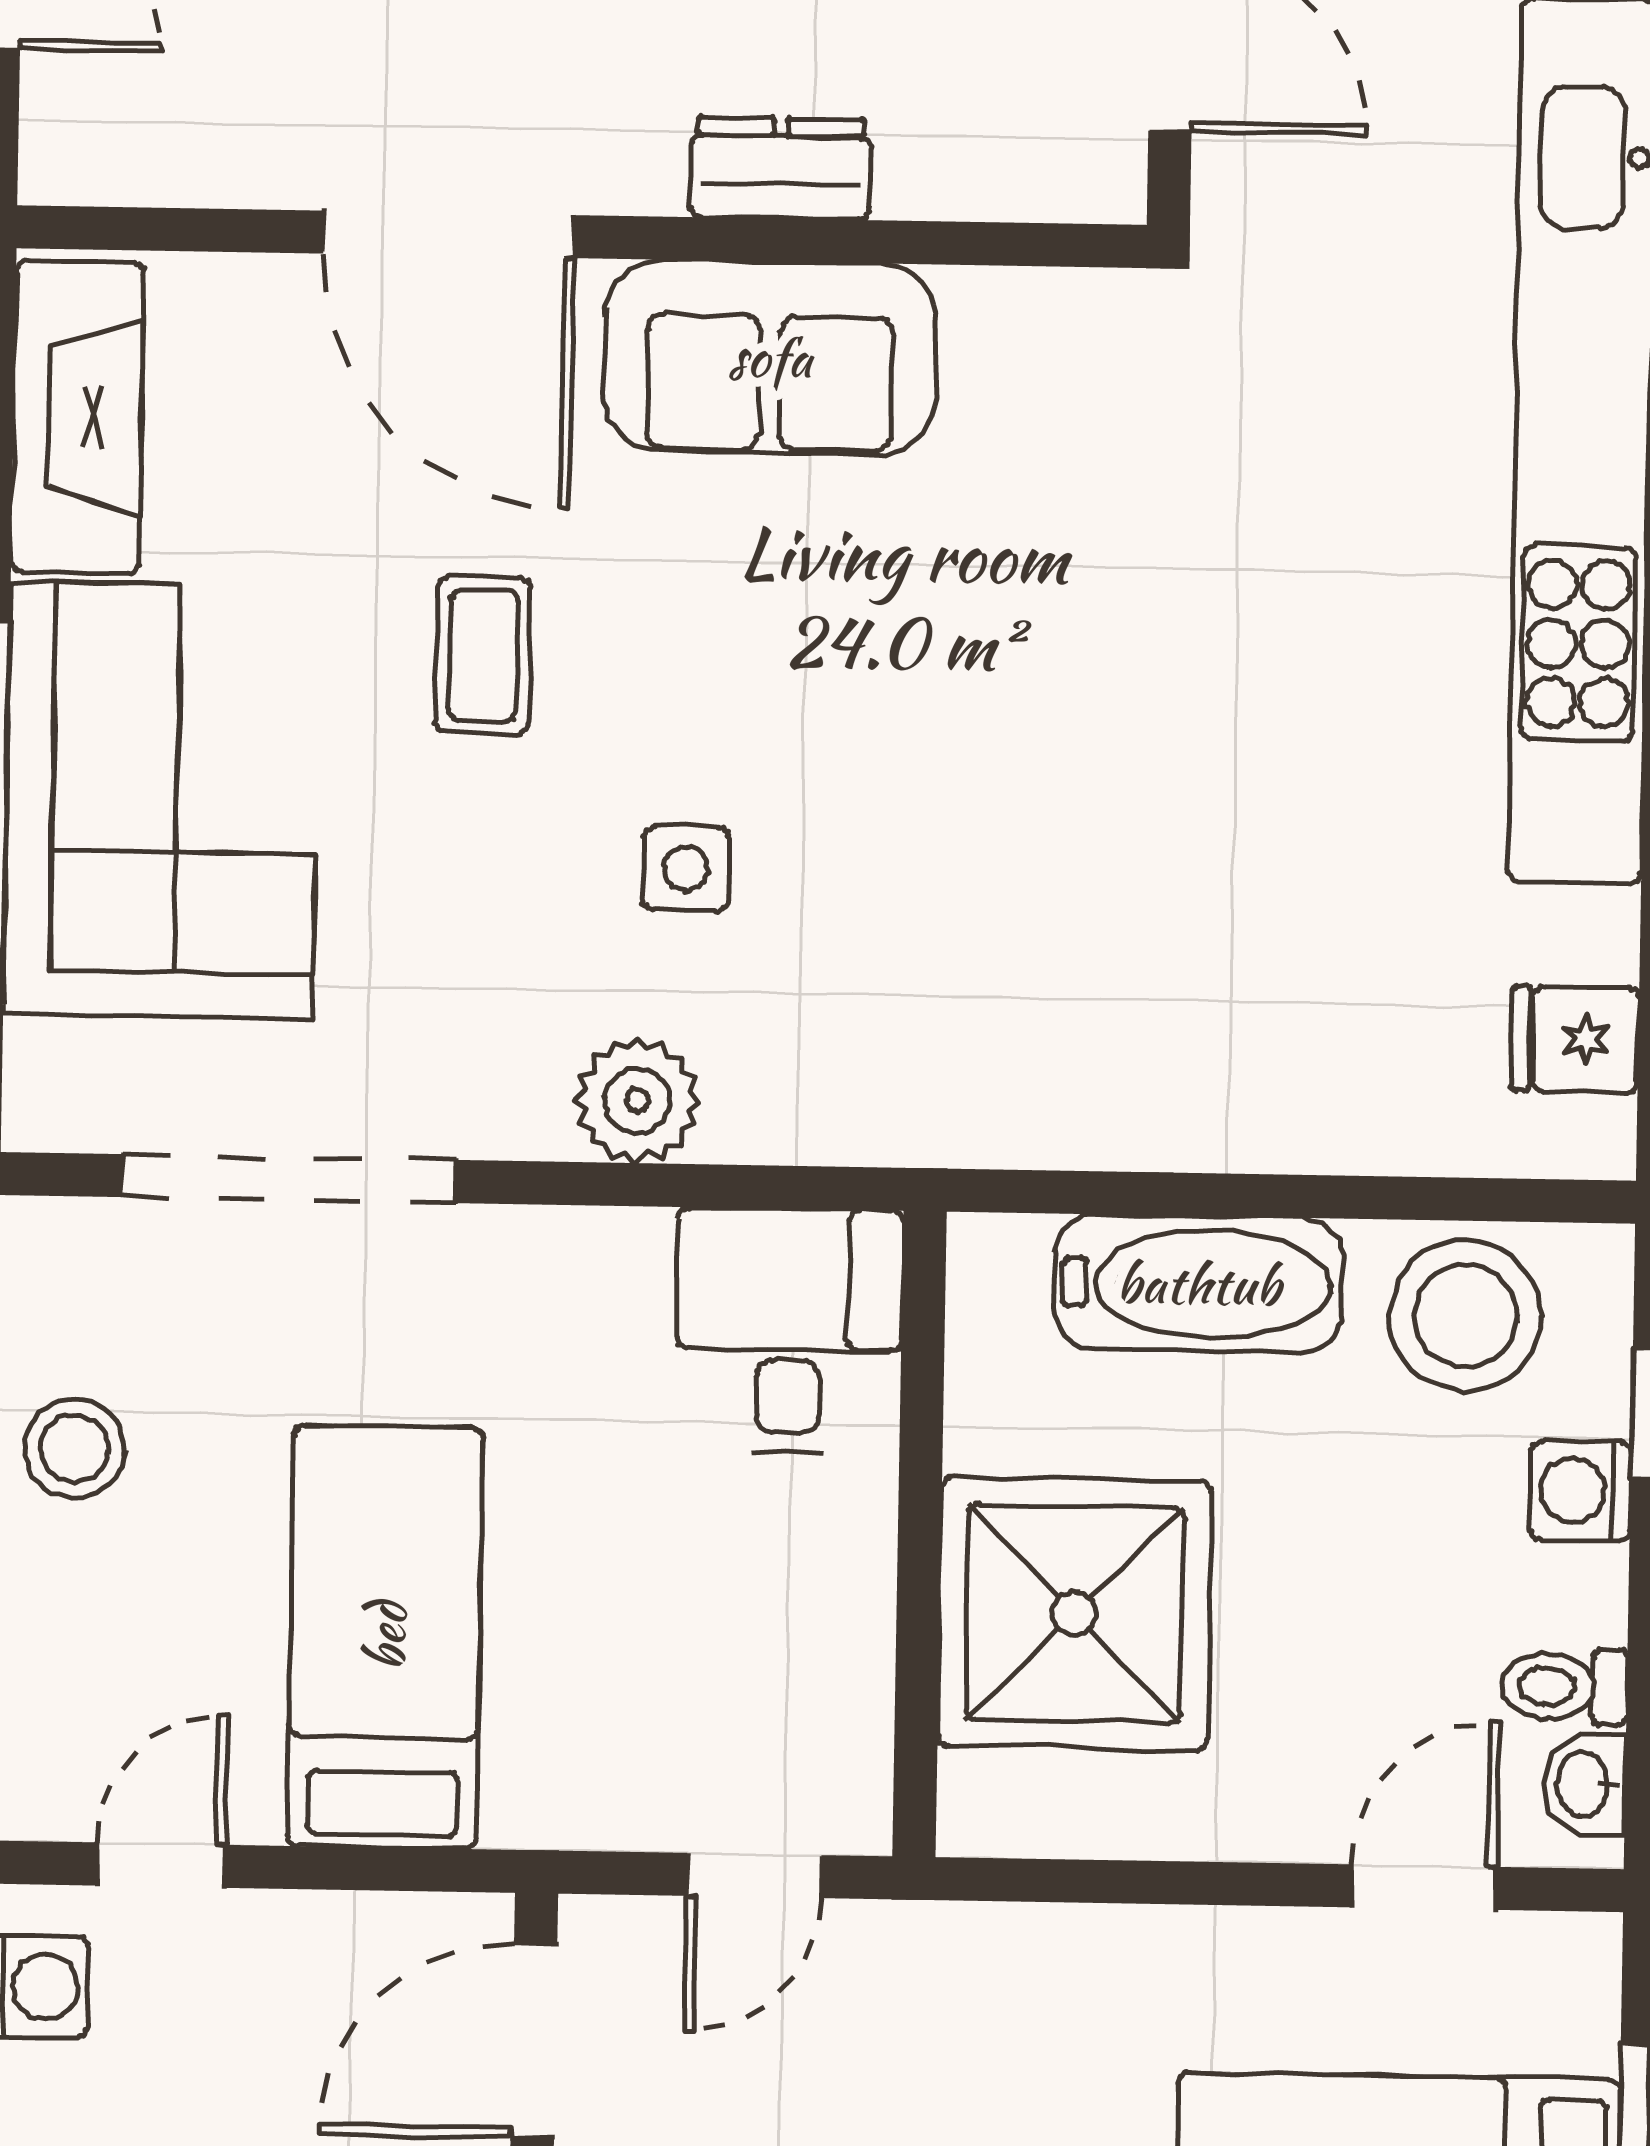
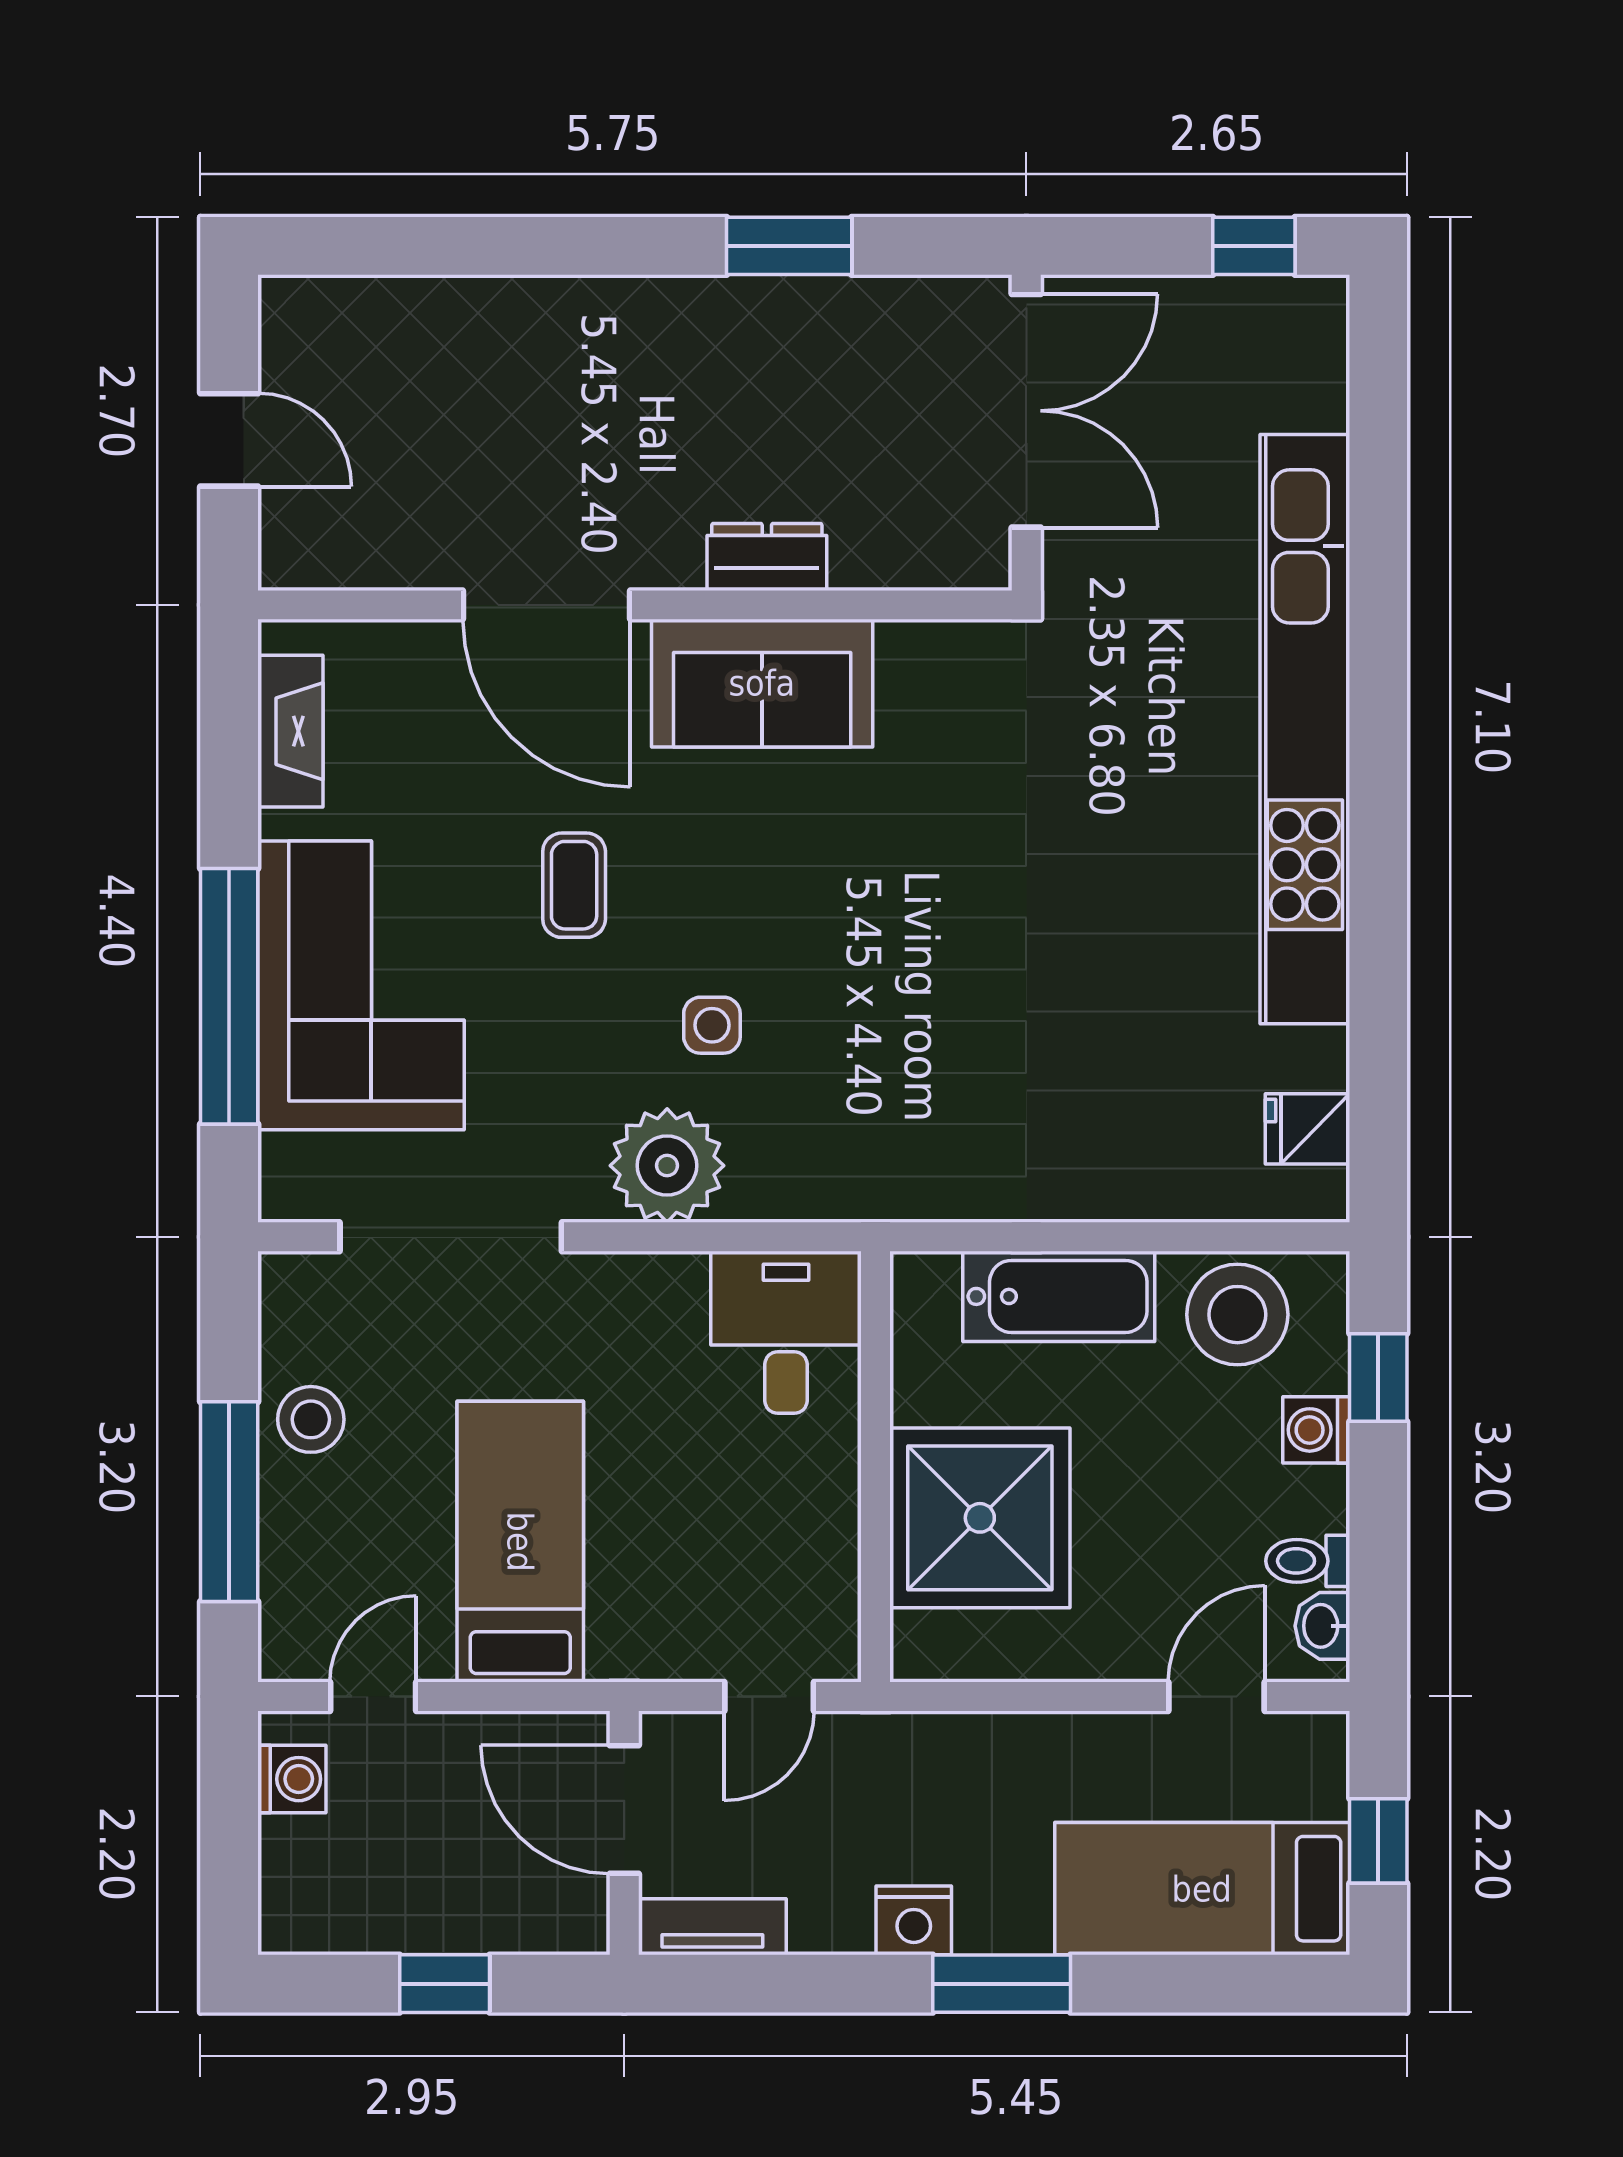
fireplace: (78, 417) -> (290, 731), width x0.73, depth x0.76
plant: (637, 1101) -> (667, 1166), width x1.36, depth x1.36
door: (534, 2041) -> (624, 1809), hinge flipped

